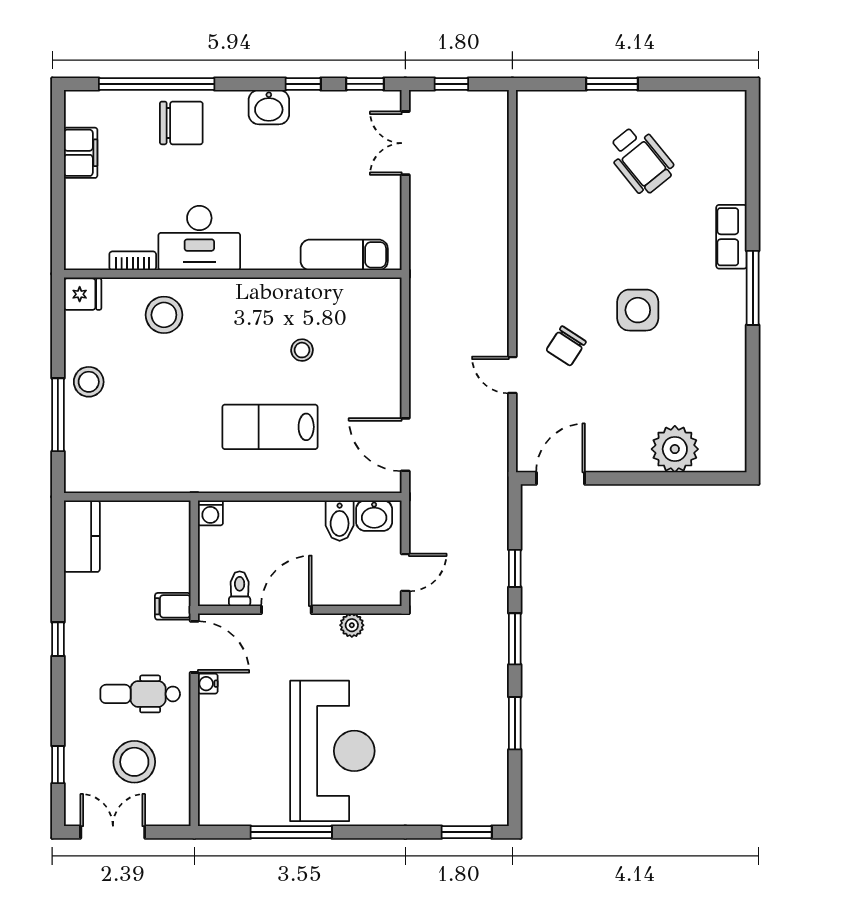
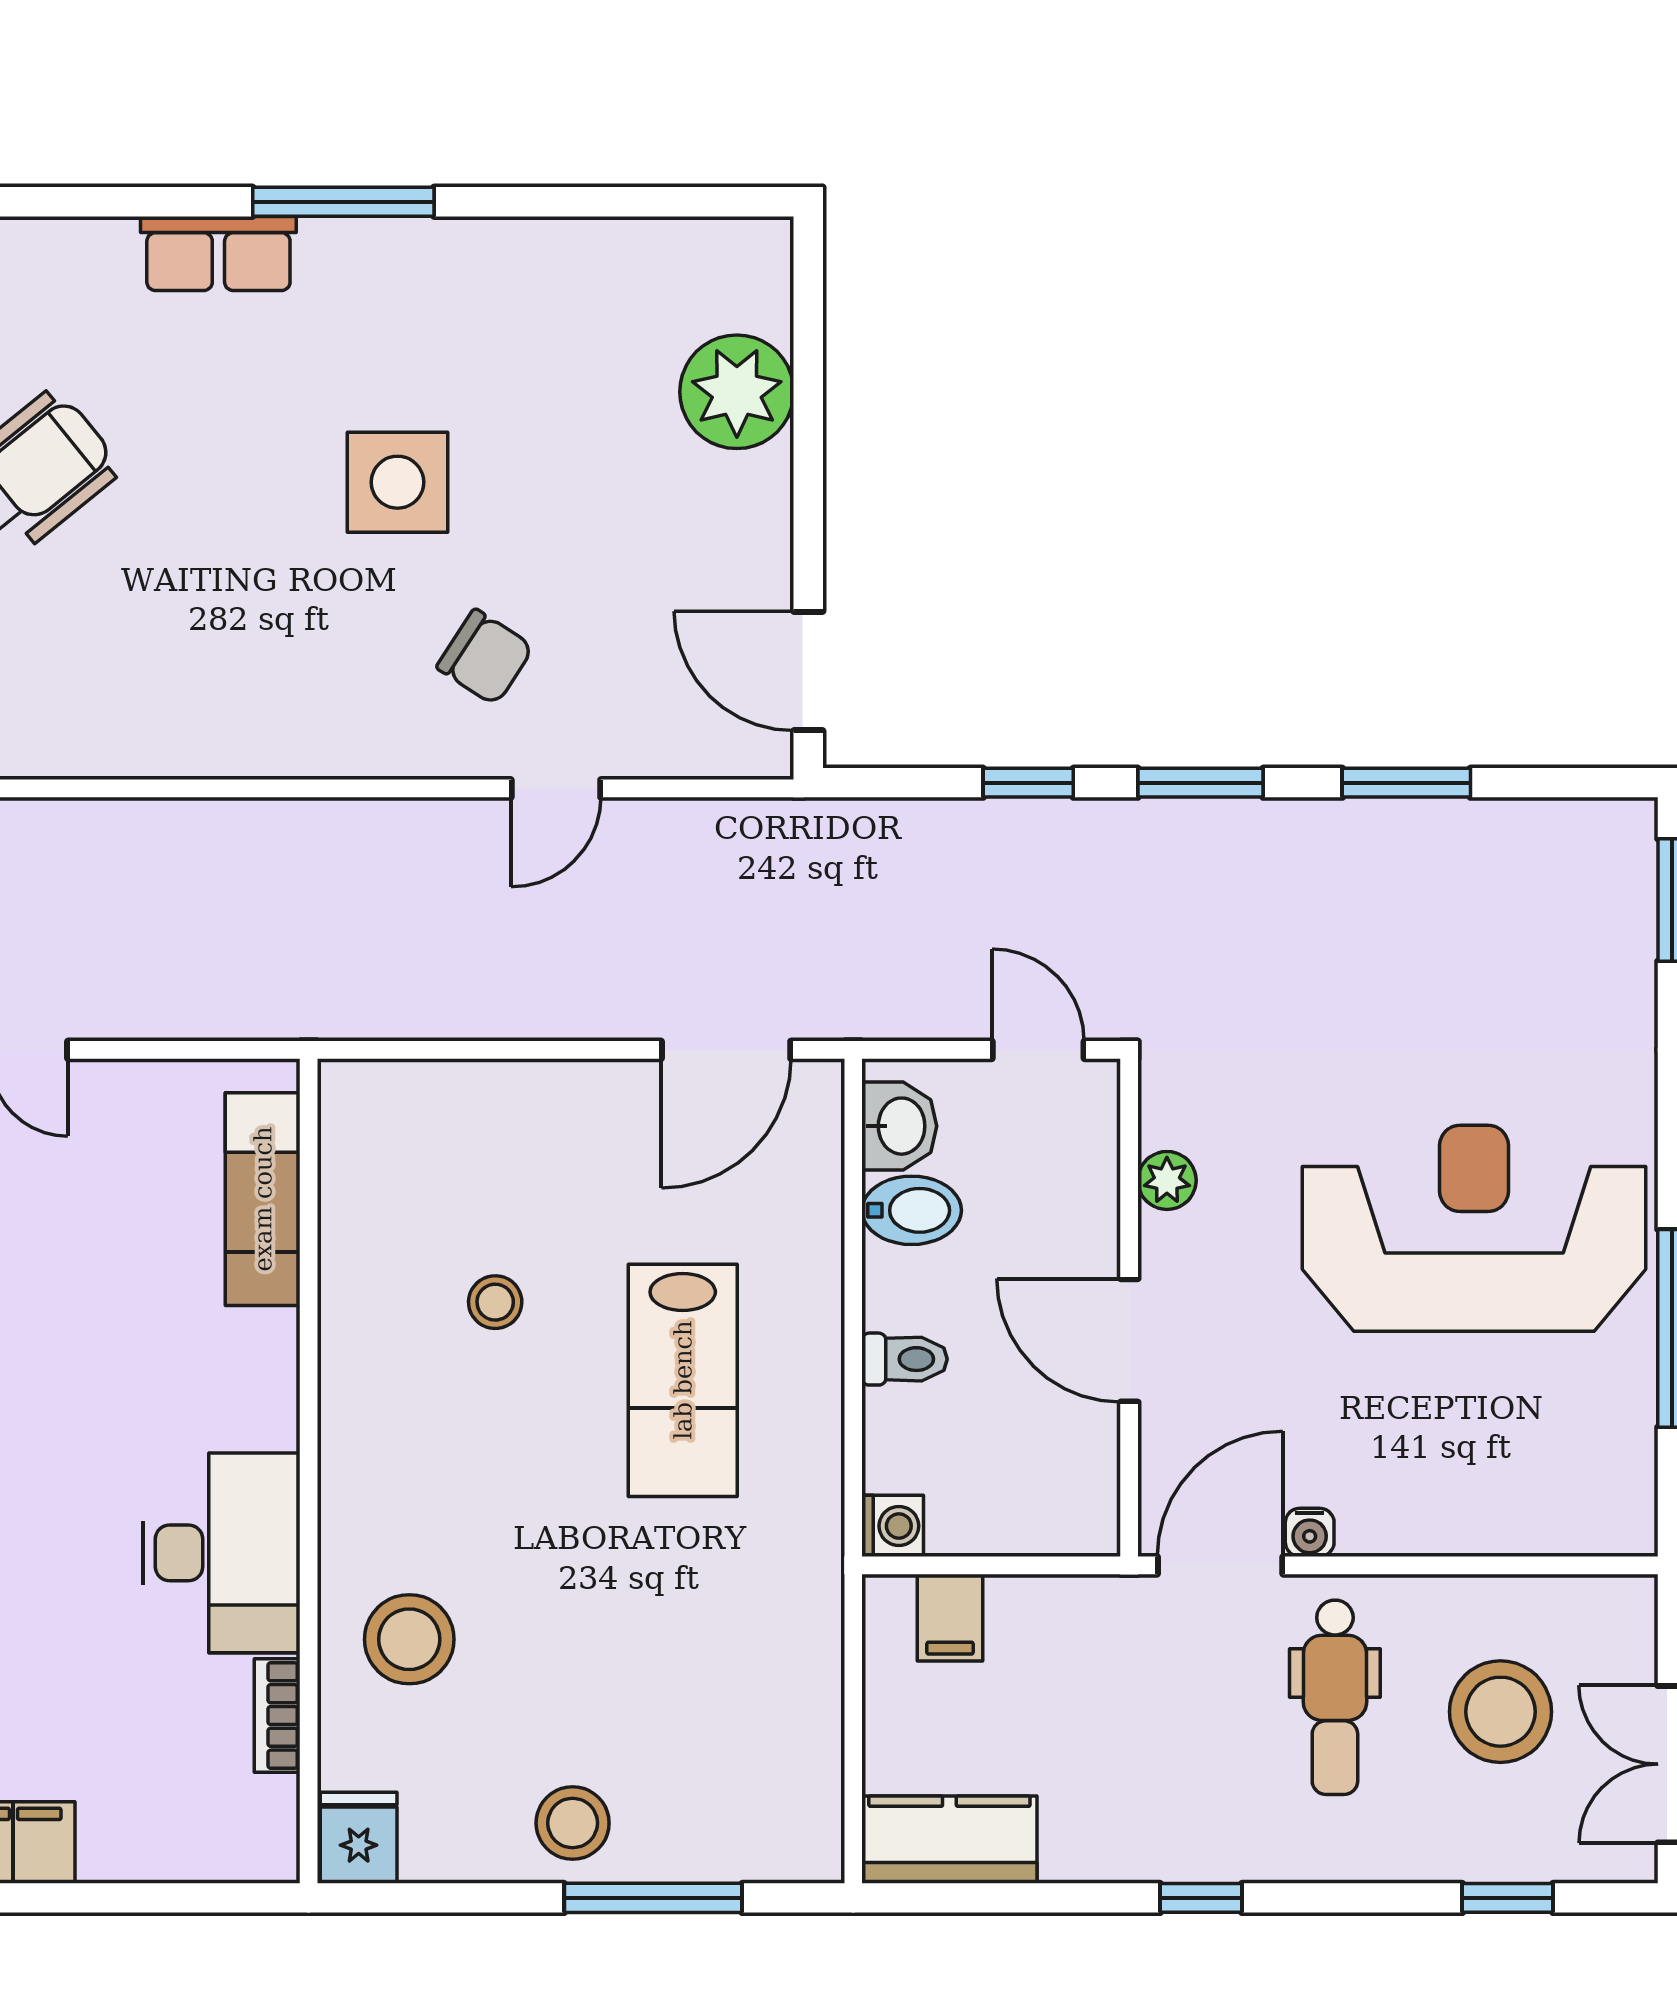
toilet: (240, 589) -> (904, 1359), moved, turned 180
filing cabinet: (173, 606) -> (950, 1618), moved

